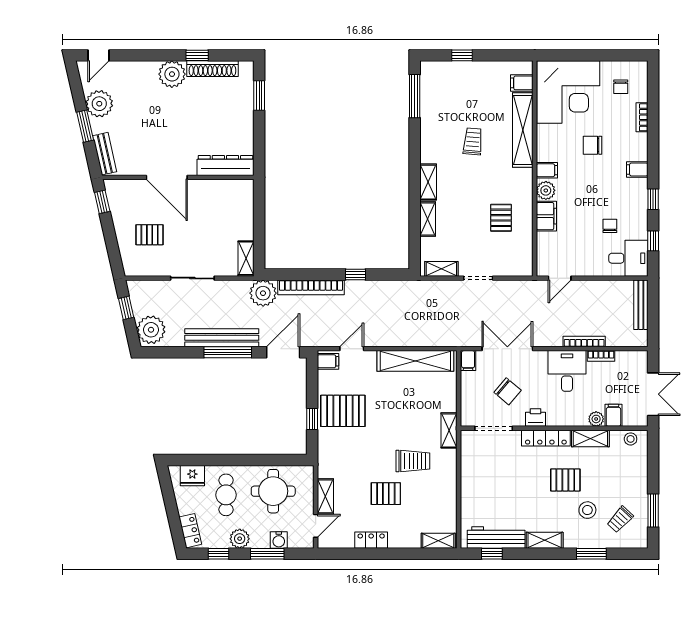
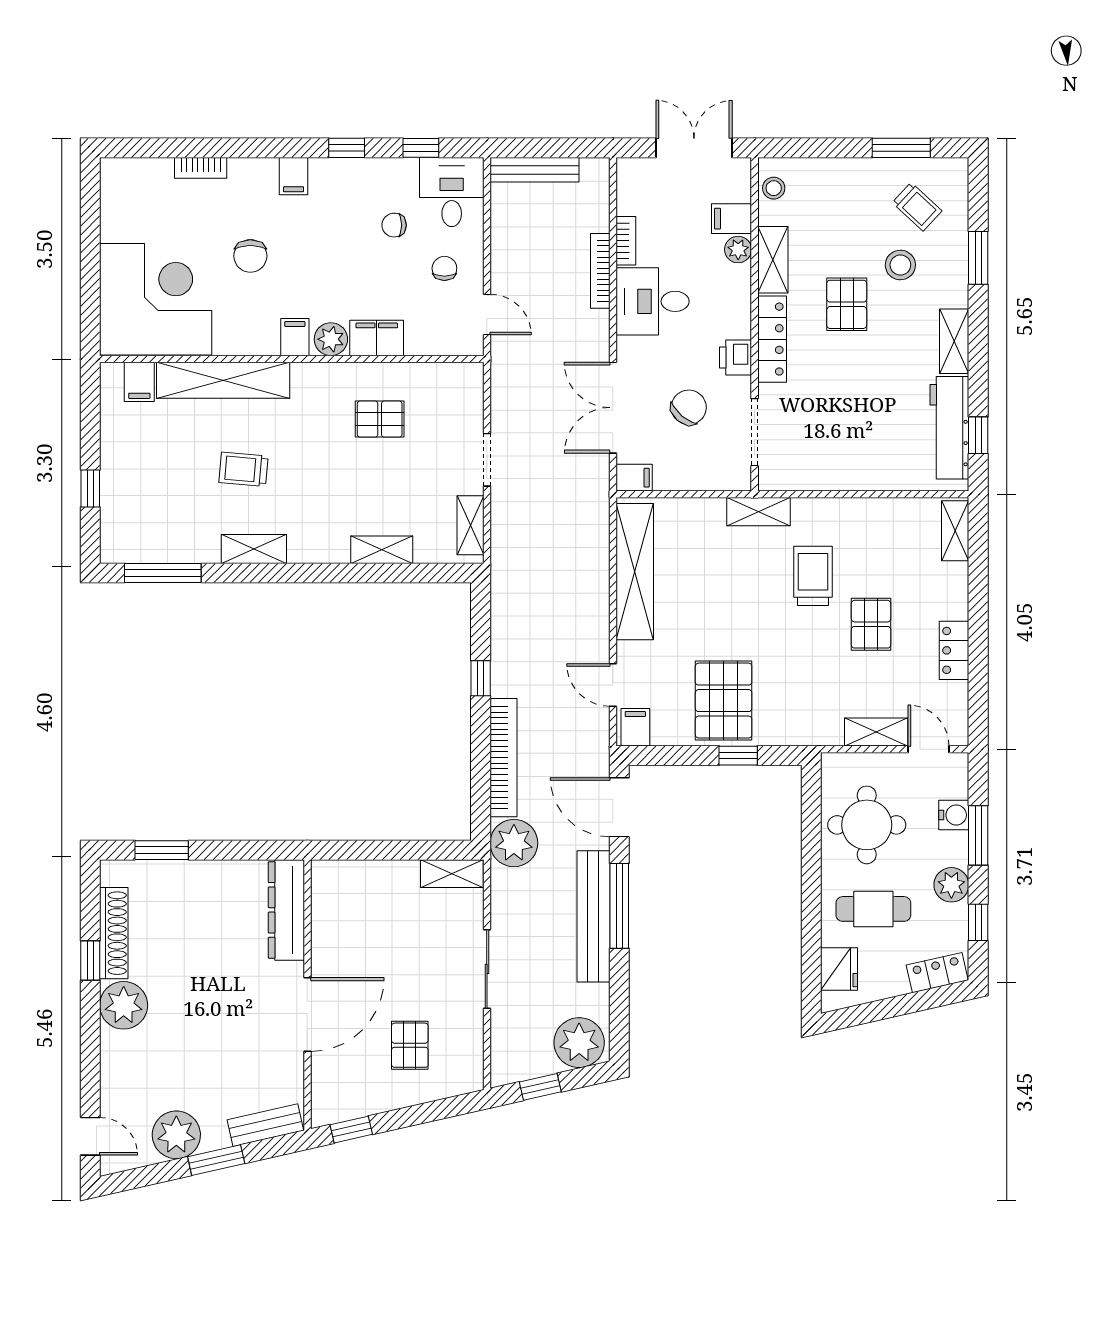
chair: (621, 87) -> (444, 268), moved, turned -90
shelving: (428, 182) -> (254, 549), moved

